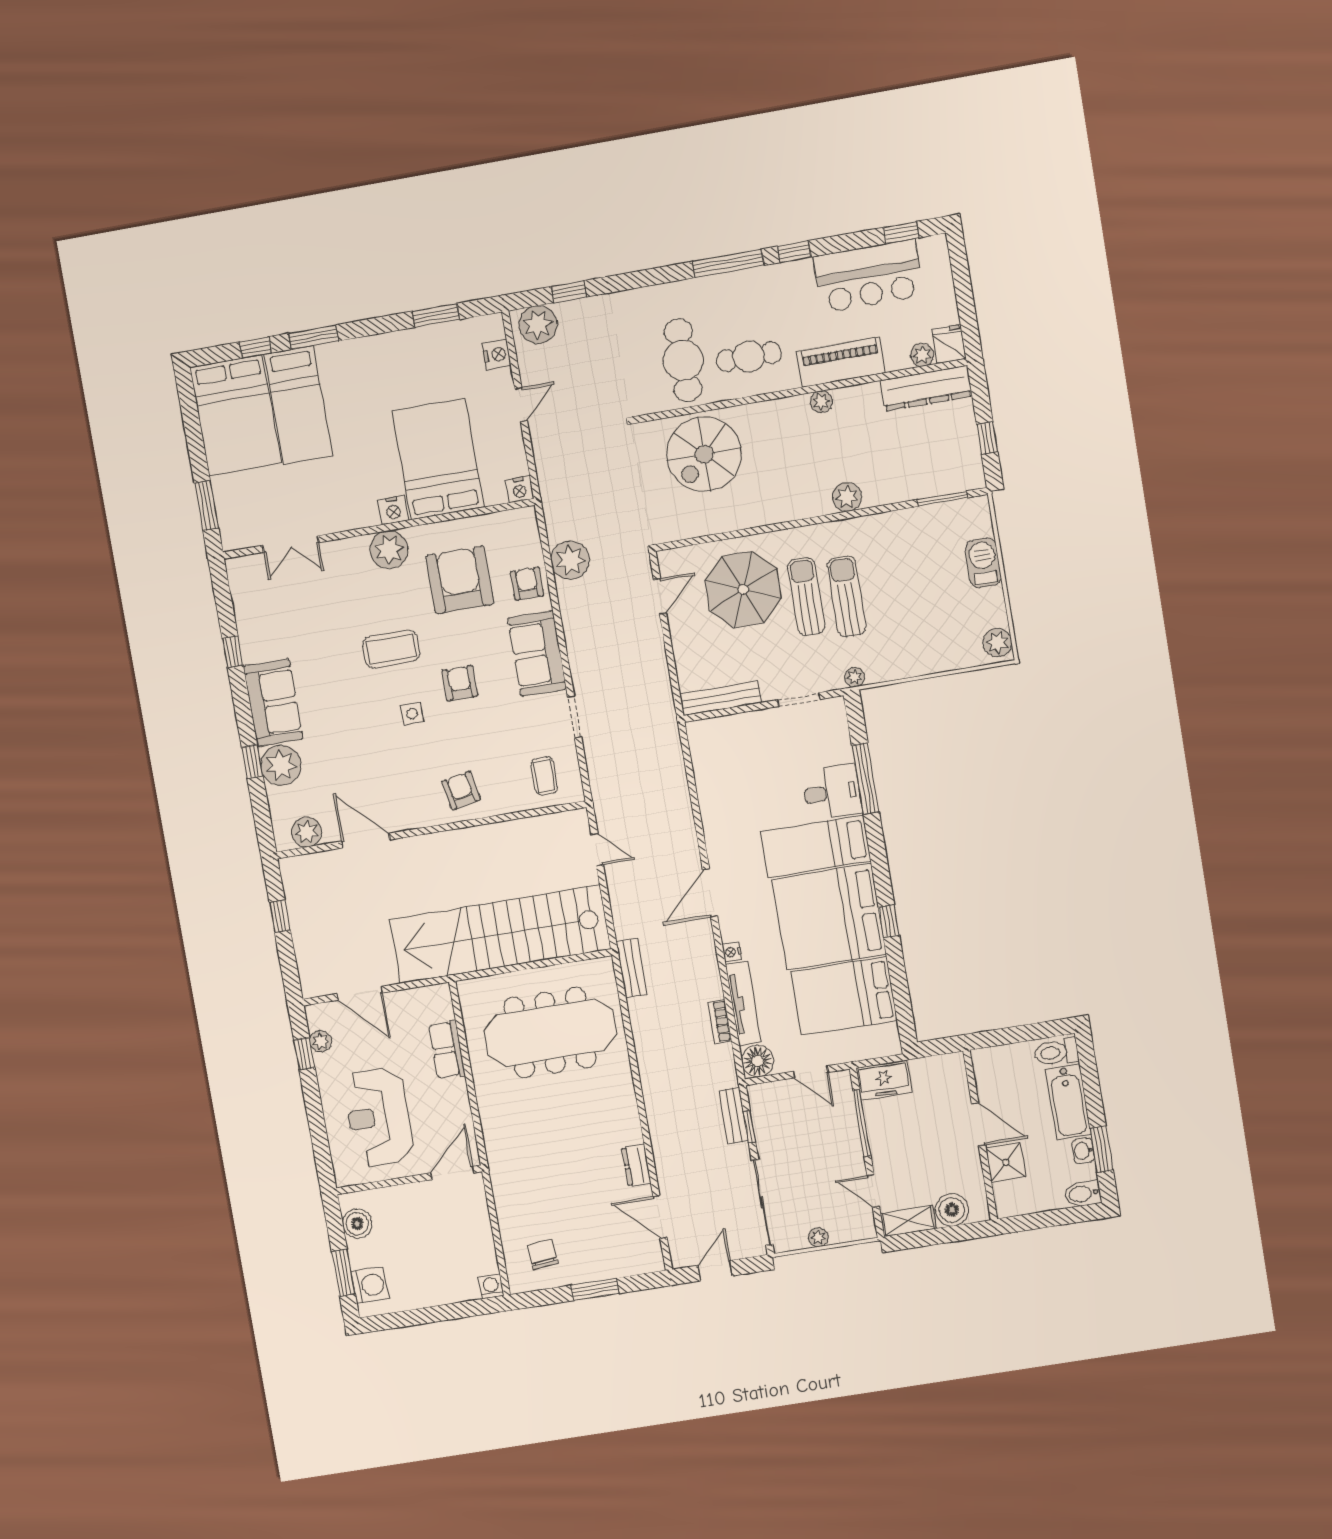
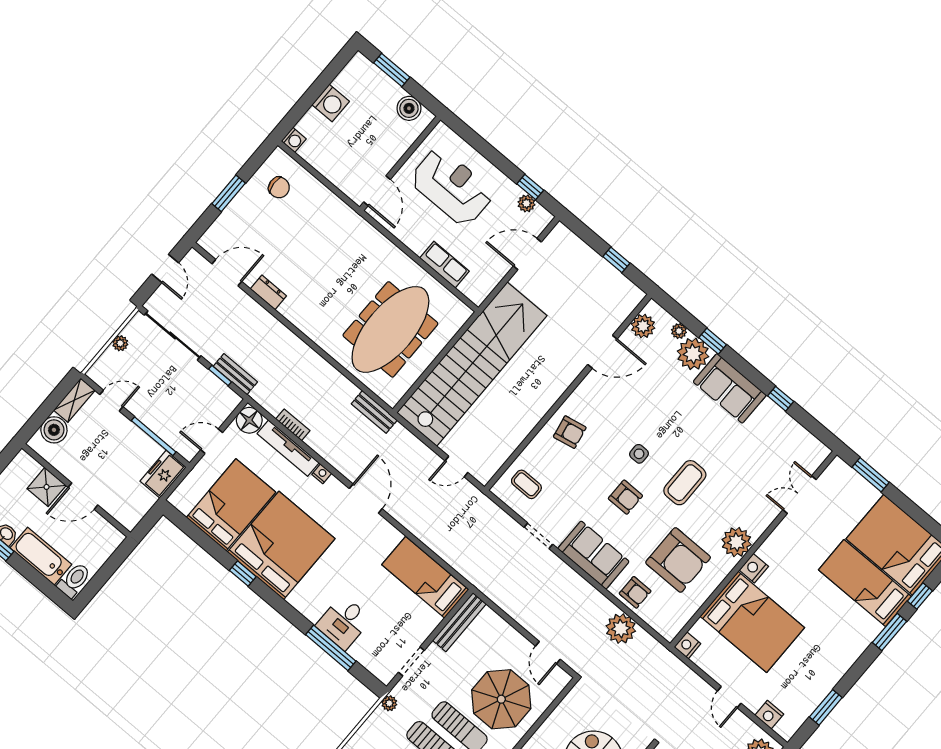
plant: (276, 798) -> (679, 331), added
bed: (816, 846) -> (425, 577), moved, turned -90
washing machine: (370, 1285) -> (331, 103), moved, turned -90

